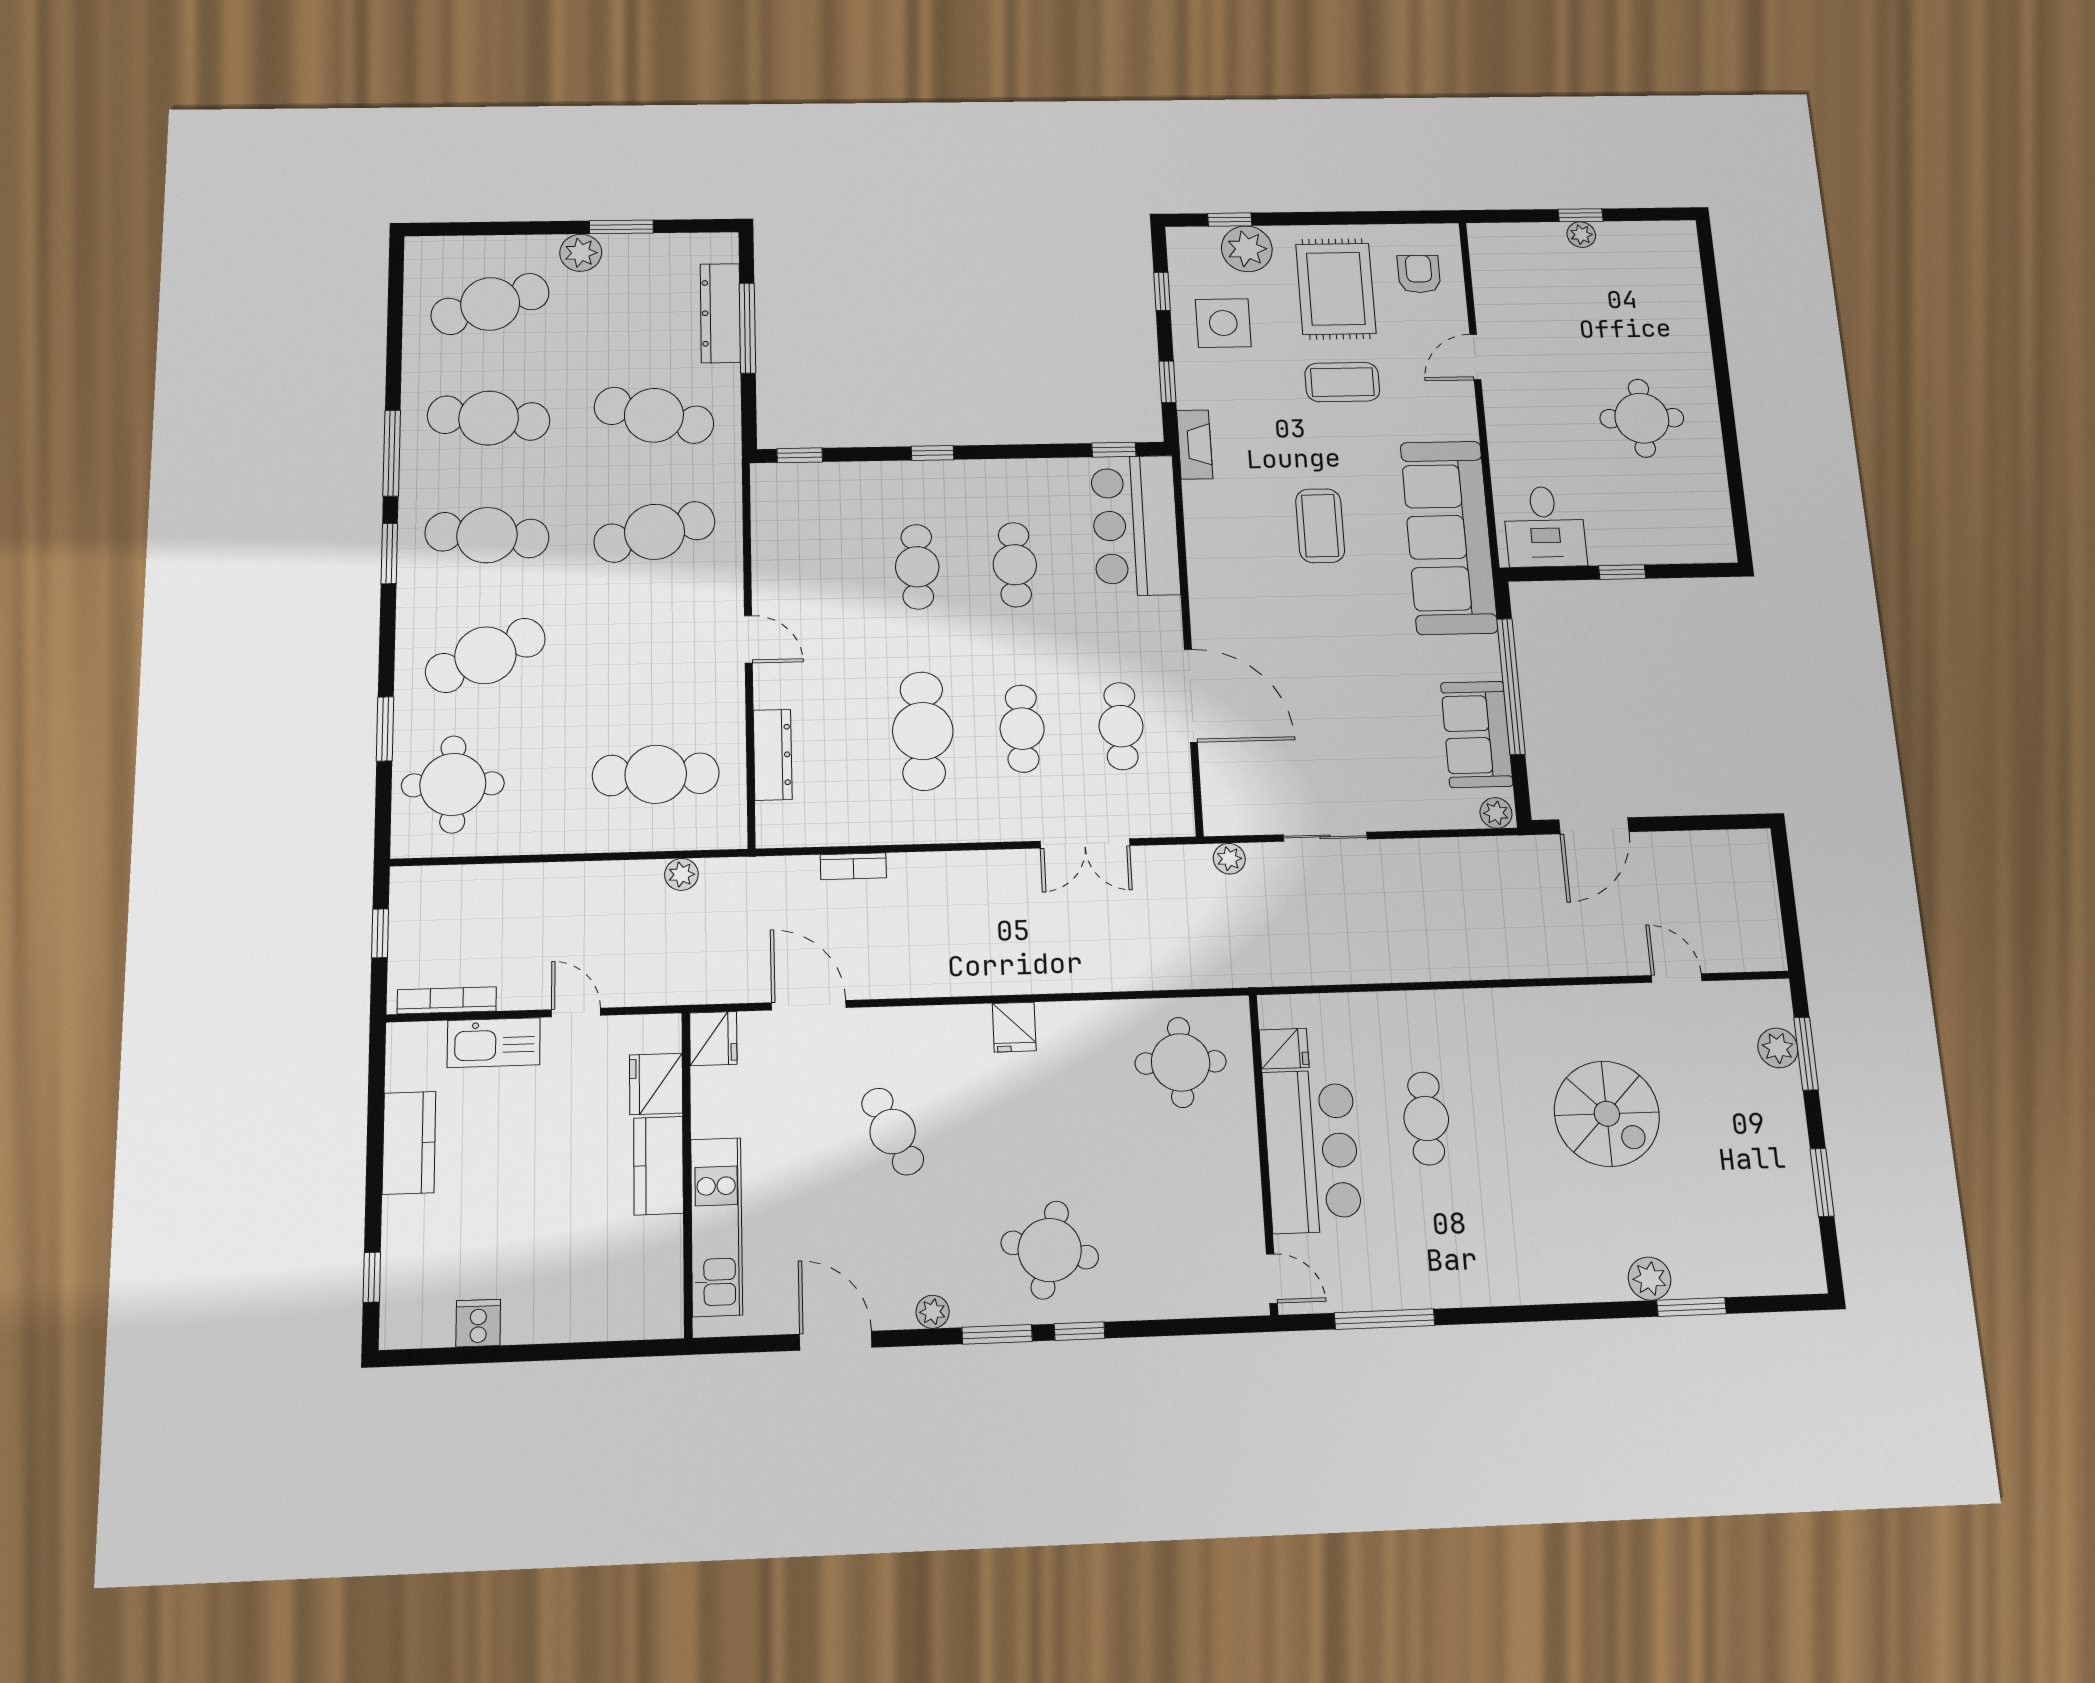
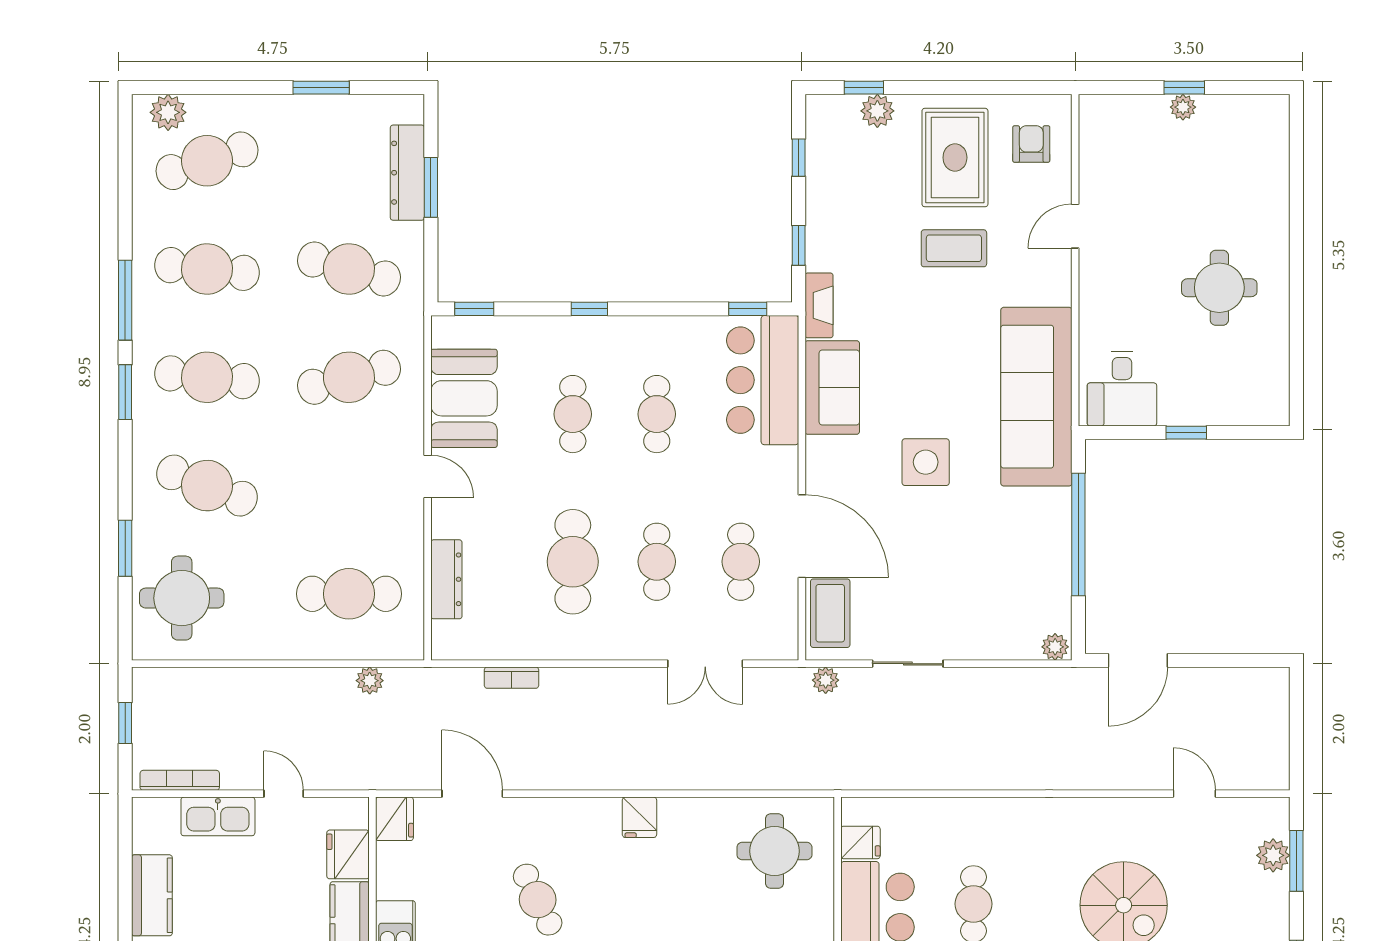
plant: (1247, 249) -> (877, 111), width x0.73, depth x0.73
plant: (581, 253) -> (168, 112), moved
side table: (1223, 323) -> (926, 462), moved
window: (747, 328) -> (431, 187), width x0.69
coffee table: (1320, 526) -> (830, 613), moved
booth: (790, 552) -> (464, 398), added
cafe table: (485, 655) -> (207, 486), turned 45
sofa: (1477, 734) -> (832, 387), moved, turned 180

